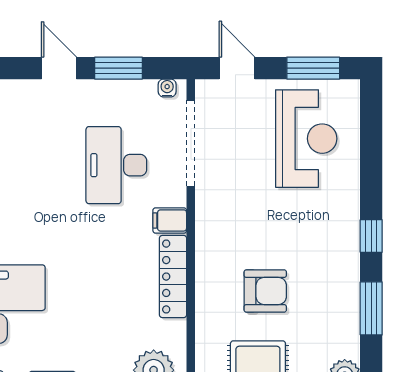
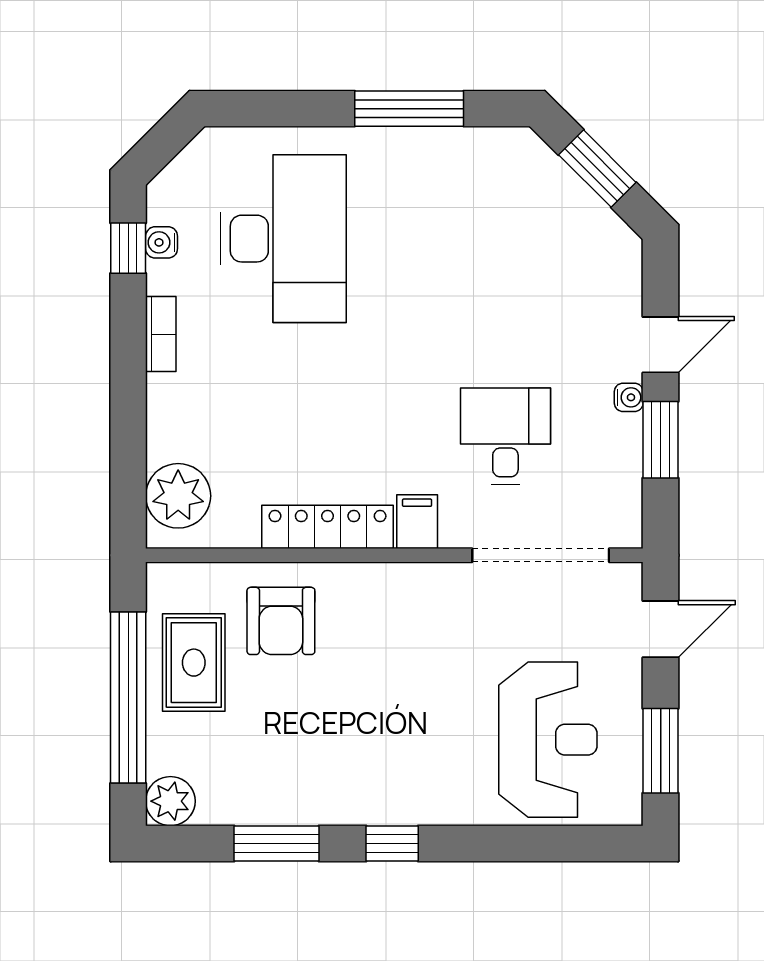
water cooler: (167, 88) -> (629, 397), moved
reception desk: (306, 139) -> (548, 740), turned -90
desk: (116, 165) -> (505, 436), width x0.73
armchair: (265, 291) -> (281, 621), moved

